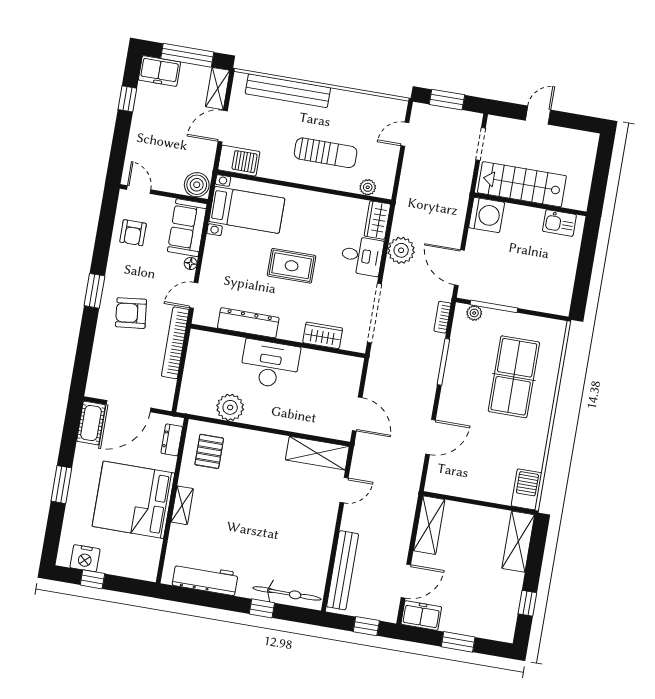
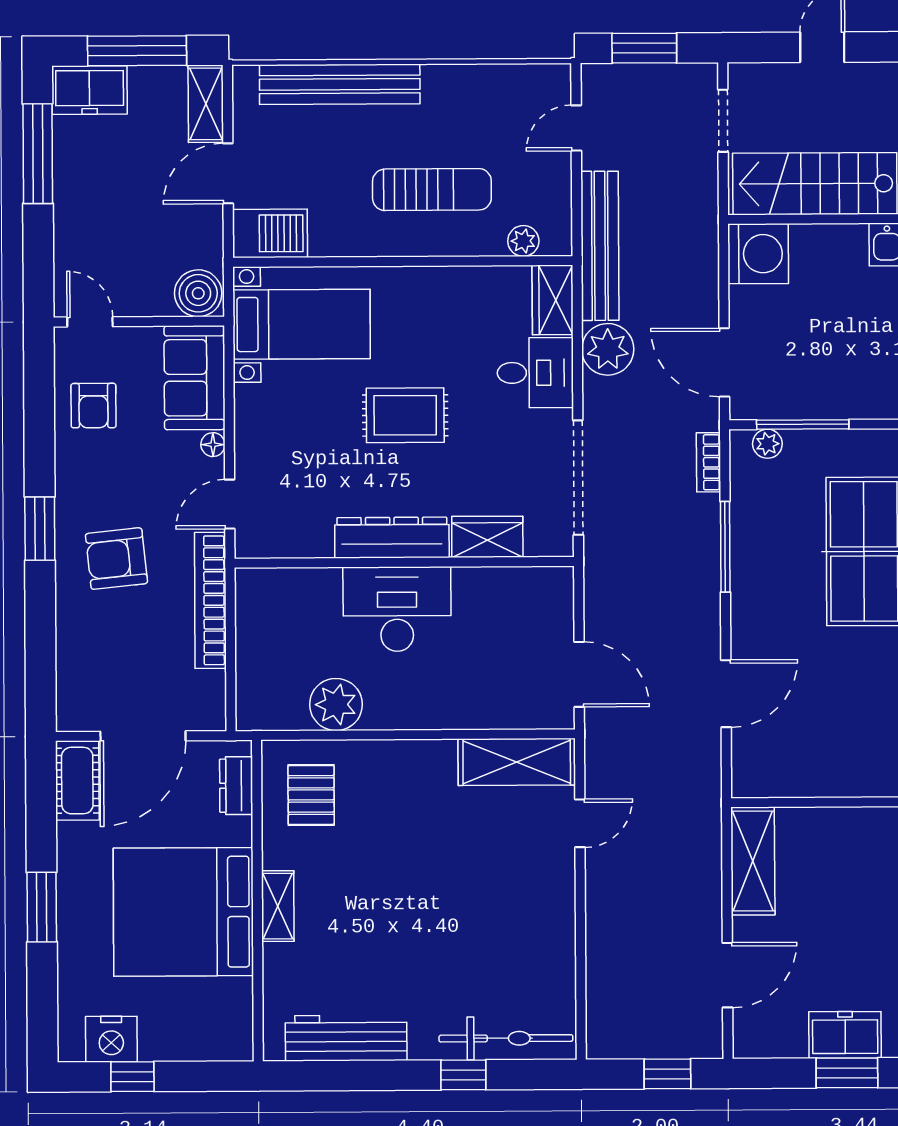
window: (127, 99) -> (38, 154), width x2.17
dresser: (248, 323) -> (392, 538), moved
bench: (343, 570) -> (600, 246), moved
freezer: (421, 616) -> (845, 1035), moved

